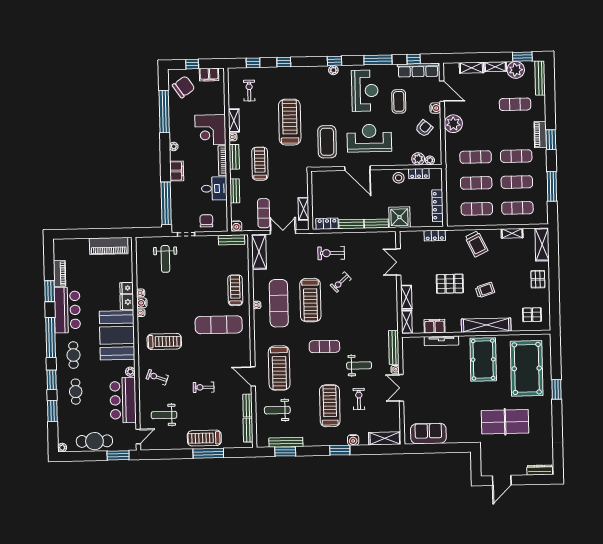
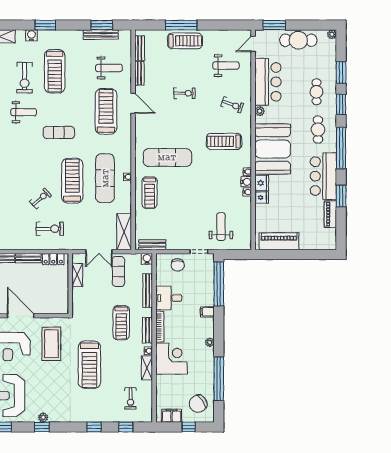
filing cabinet: (177, 171) -> (207, 312), width x0.50
bench: (235, 191) -> (148, 291), width x1.36
weight bench: (359, 365) -> (24, 112), turned 180
exercise bike: (359, 399) -> (25, 78), width x1.38, depth x1.39

